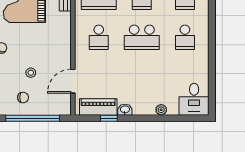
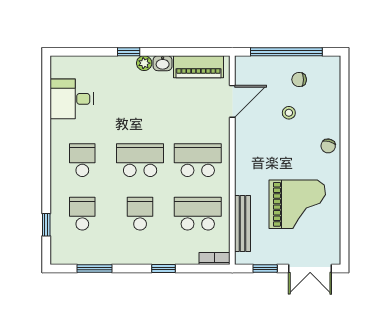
school desk: (99, 37) -> (198, 160), width x1.85
desk: (194, 99) -> (72, 99), moved, turned -90
plant: (161, 110) -> (144, 63), moved
window: (109, 118) -> (129, 52), moved

